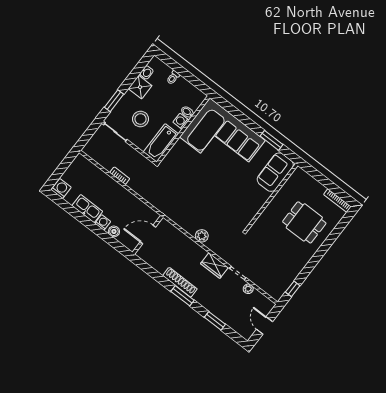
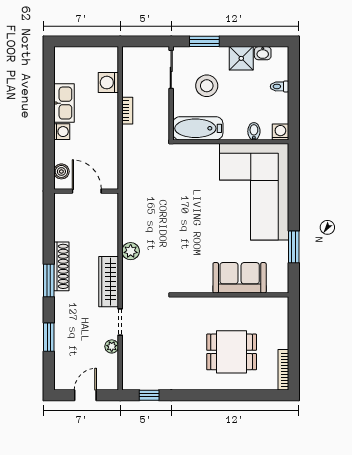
washing machine: (181, 121) -> (280, 132), moved
sofa: (275, 172) -> (240, 278), moved
washing machine: (61, 189) -> (108, 83), moved, turned 180
dining table: (304, 222) -> (232, 352), turned 90
boiler: (114, 231) -> (61, 171), moved
wardrobe: (214, 266) -> (109, 282), width x1.50

